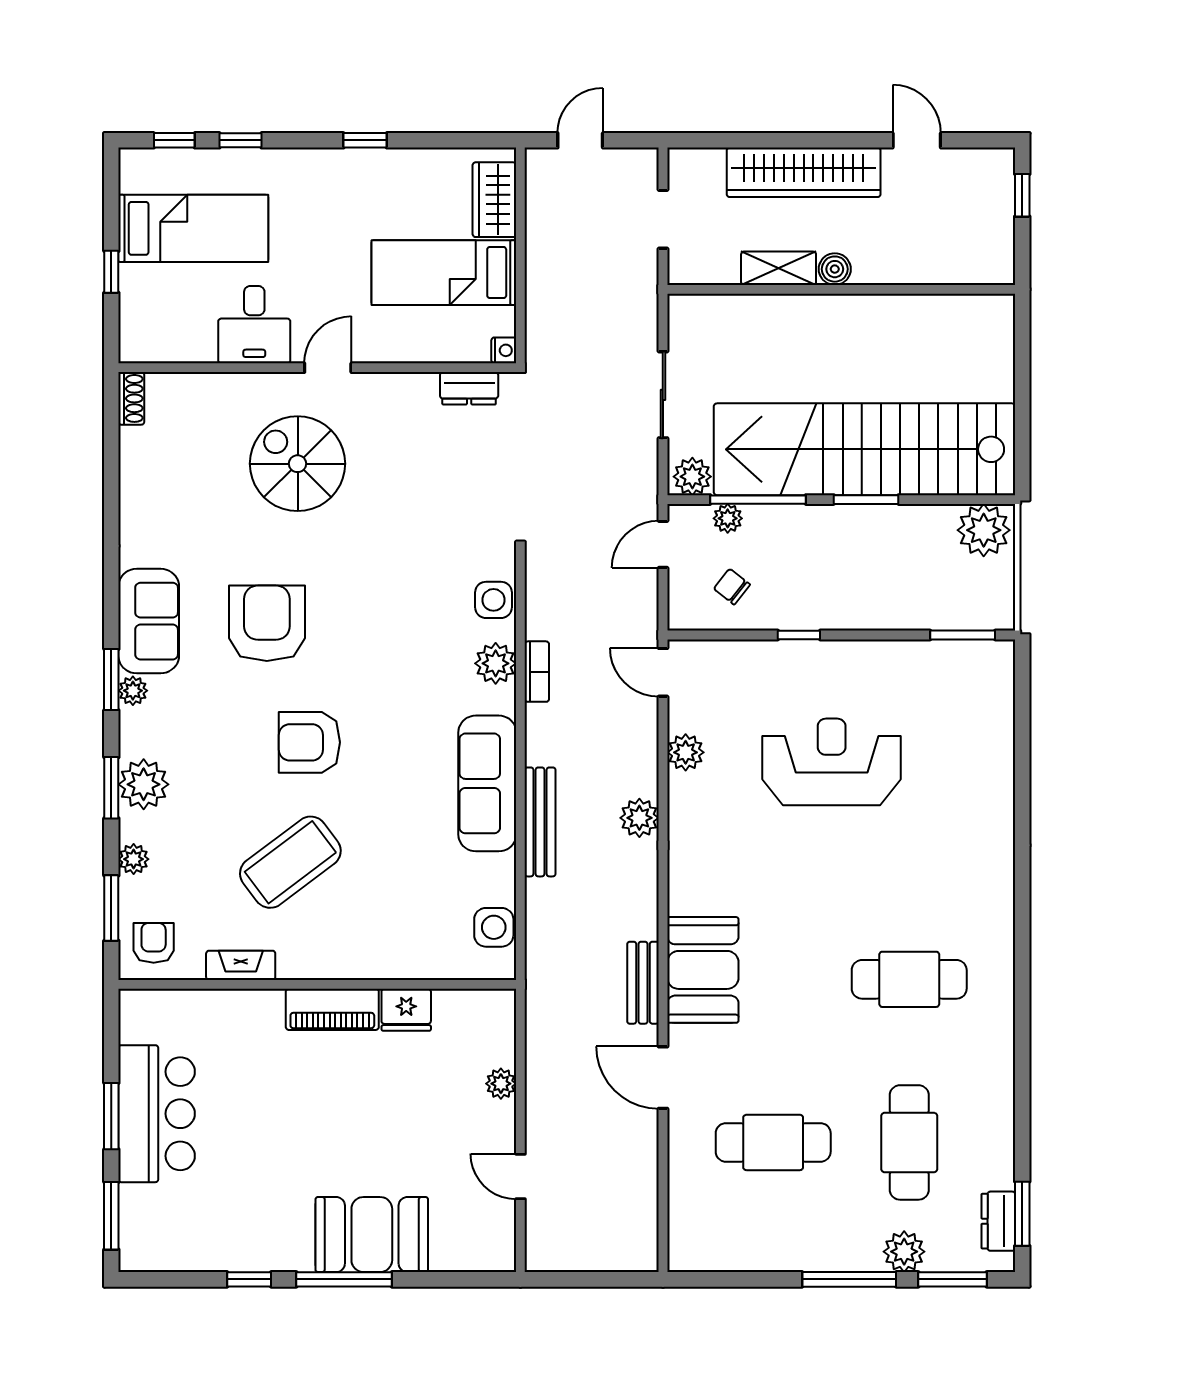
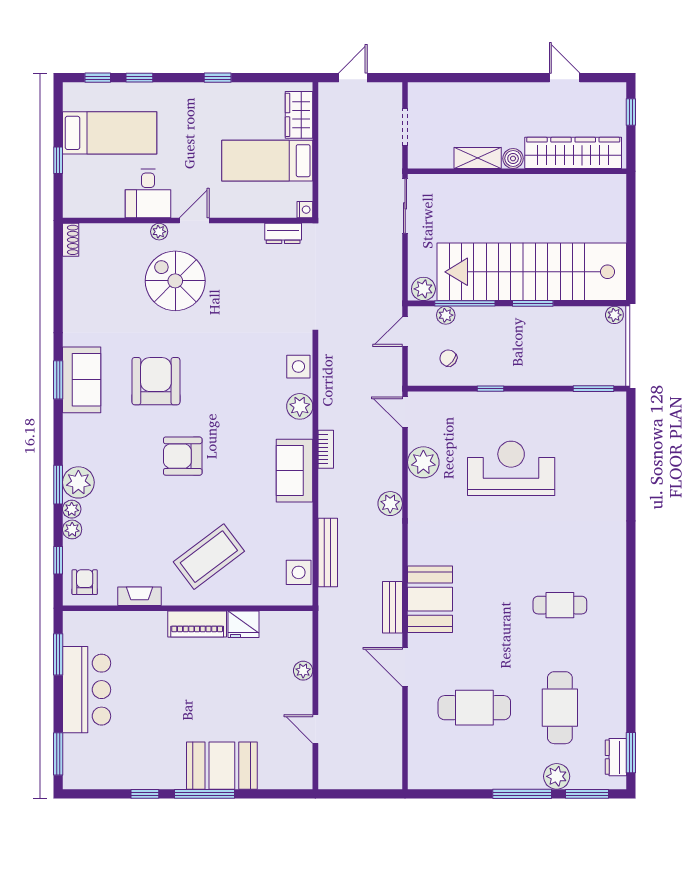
wardrobe: (804, 172) -> (573, 153), moved, turned 180
plant: (272, 385) -> (159, 232), added
sliding door: (663, 395) -> (405, 206), moved
plant: (984, 530) -> (614, 315), width x0.53, depth x0.53
bookcase: (537, 672) -> (326, 449), moved
window: (111, 680) -> (58, 380), moved
plant: (133, 691) -> (72, 509), moved
plant: (686, 752) -> (423, 462), width x1.36, depth x1.36
sofa: (487, 783) -> (295, 471), width x0.73
bench: (540, 822) -> (328, 553), moved
coffee table: (290, 862) -> (209, 557), moved
window: (111, 908) -> (58, 560), width x0.67
cafe table: (909, 979) -> (560, 605), width x0.73, depth x0.74
window: (111, 1116) -> (58, 654), moved

